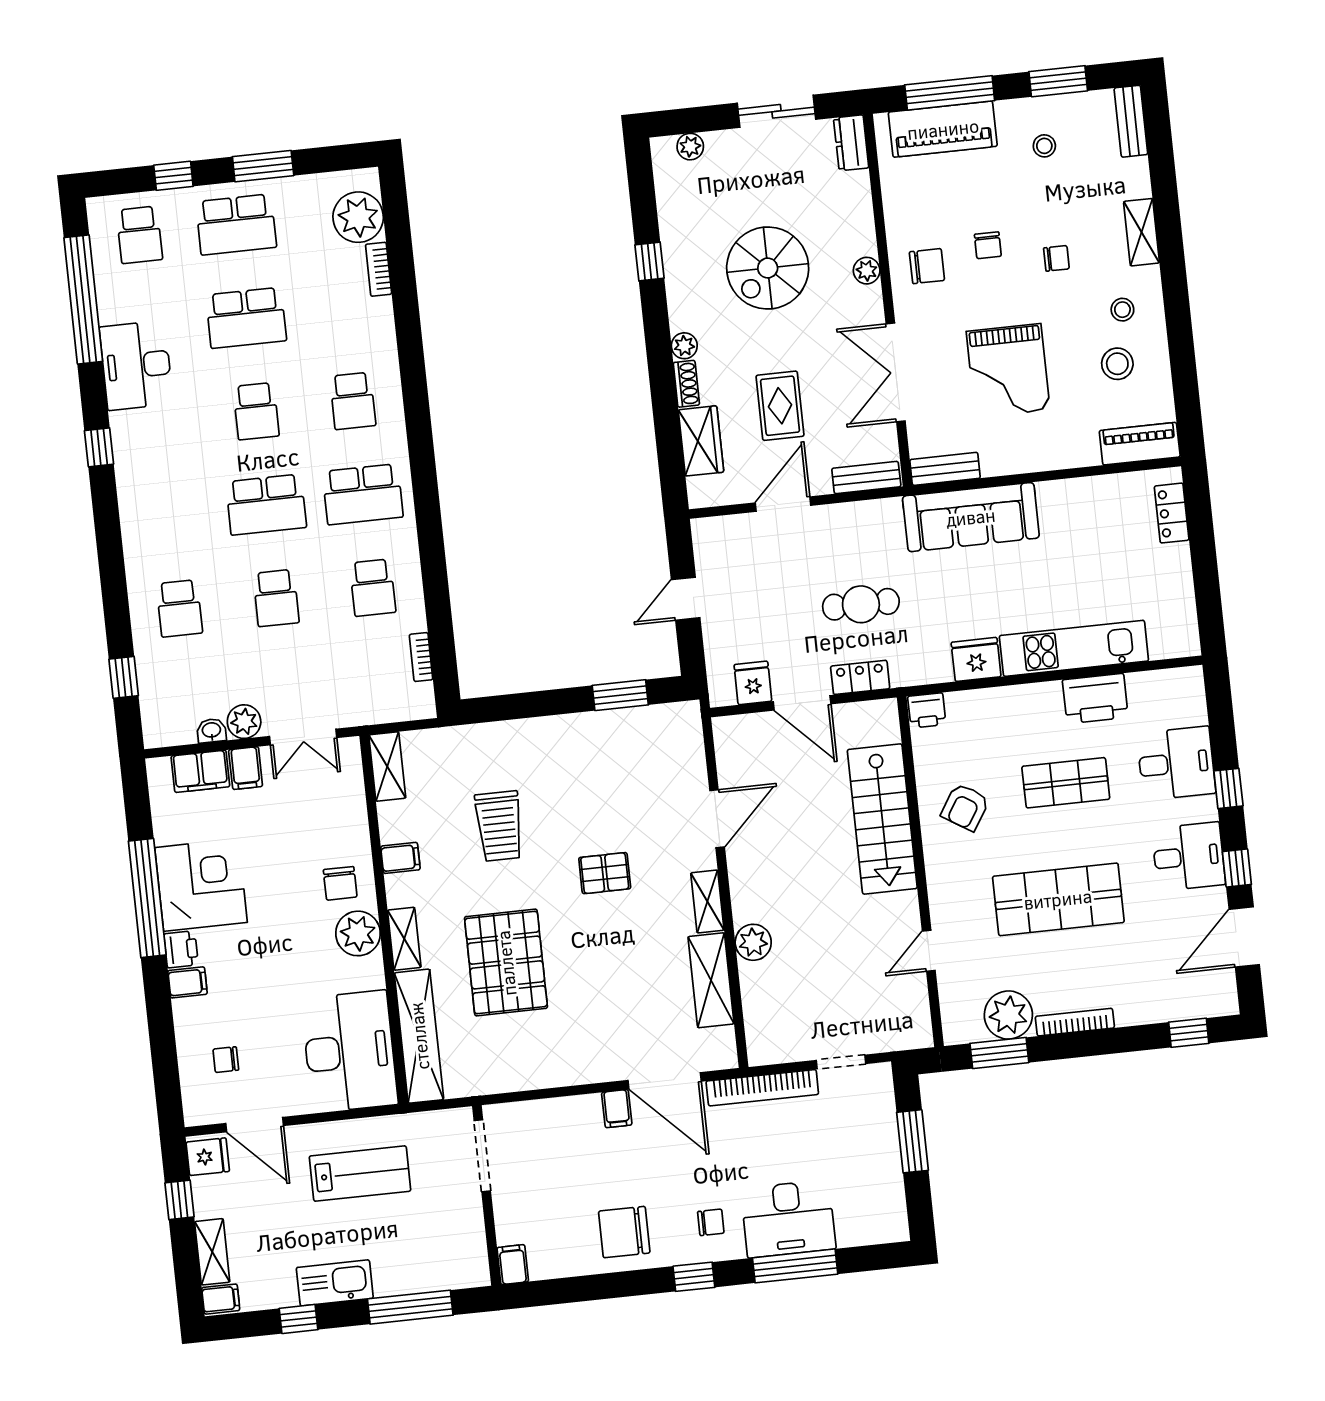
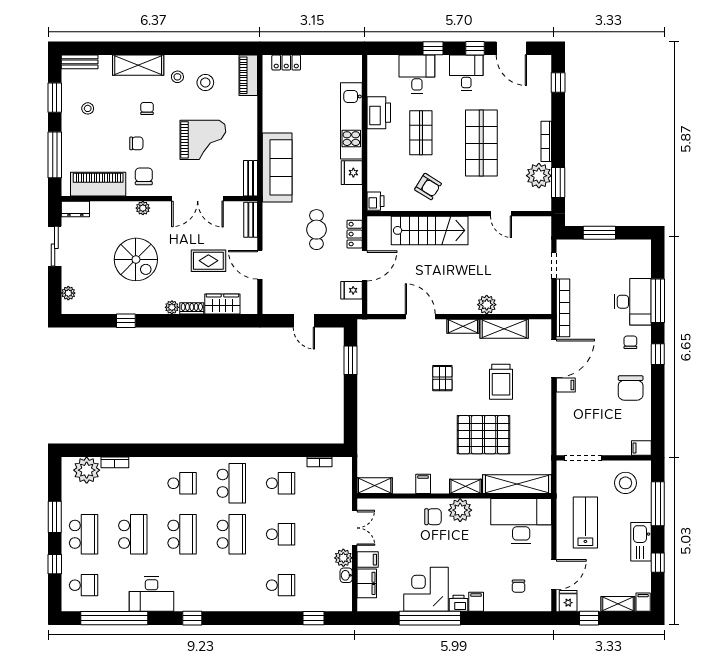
piano: (943, 129) -> (98, 184), moved, turned -90
shelving: (1142, 232) -> (138, 65), width x1.50, depth x1.33
school desk: (256, 411) -> (182, 534), width x1.85
trolley: (499, 826) -> (501, 382), moved, turned 90
stool: (443, 1242) -> (625, 483), added

